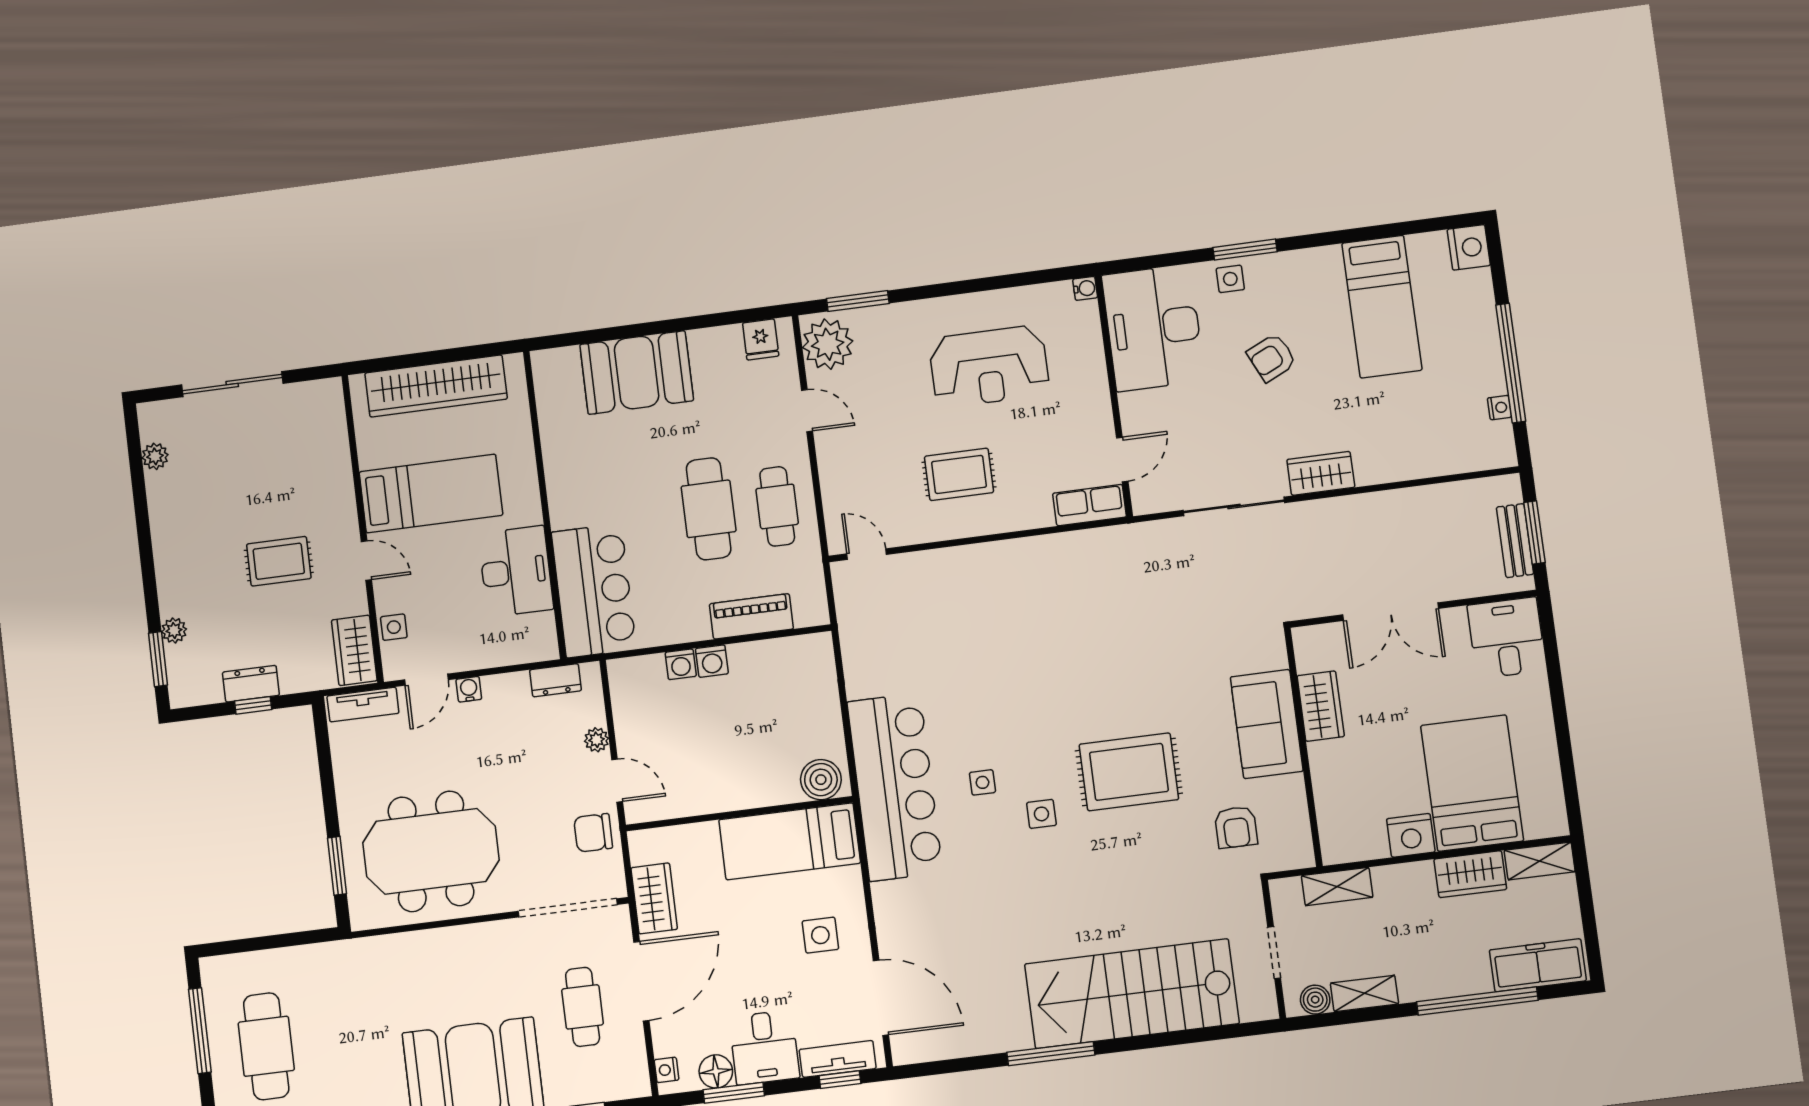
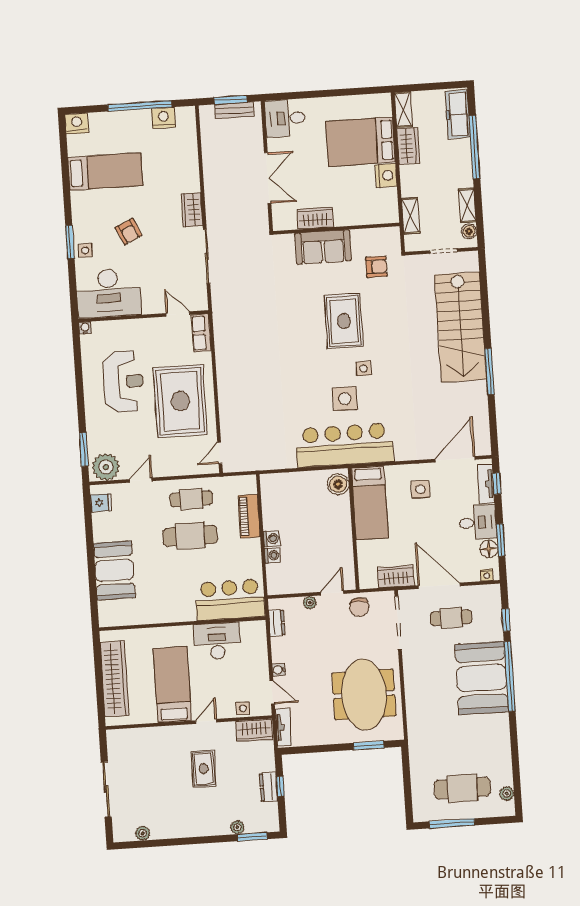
nightstand: (1499, 408) -> (163, 118), width x1.89, depth x1.79
rug: (959, 474) -> (180, 401), width x1.86, depth x2.06
side table: (982, 782) -> (345, 399), width x1.87, depth x1.87

